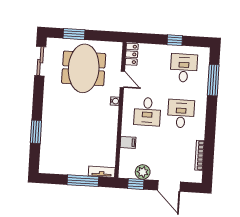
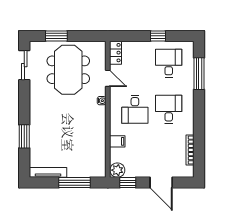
tv unit: (102, 172) -> (48, 172), moved, width x1.41
plant: (143, 172) -> (117, 170), moved

